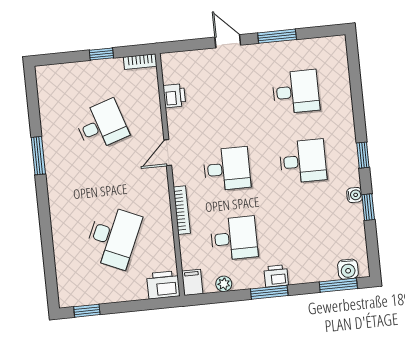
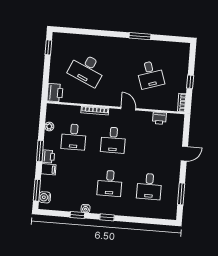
window: (277, 36) -> (181, 194), moved
filing cabinet: (192, 282) -> (48, 169), moved

